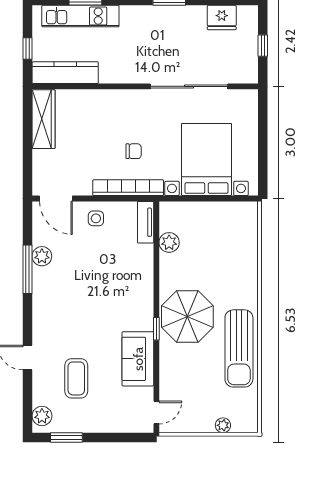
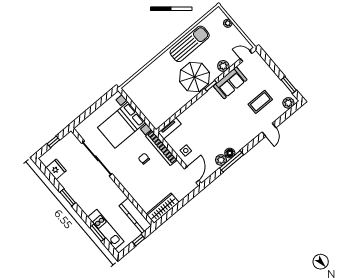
plant: (169, 242) -> (223, 66), moved
floor lamp: (41, 276) -> (230, 153), added

